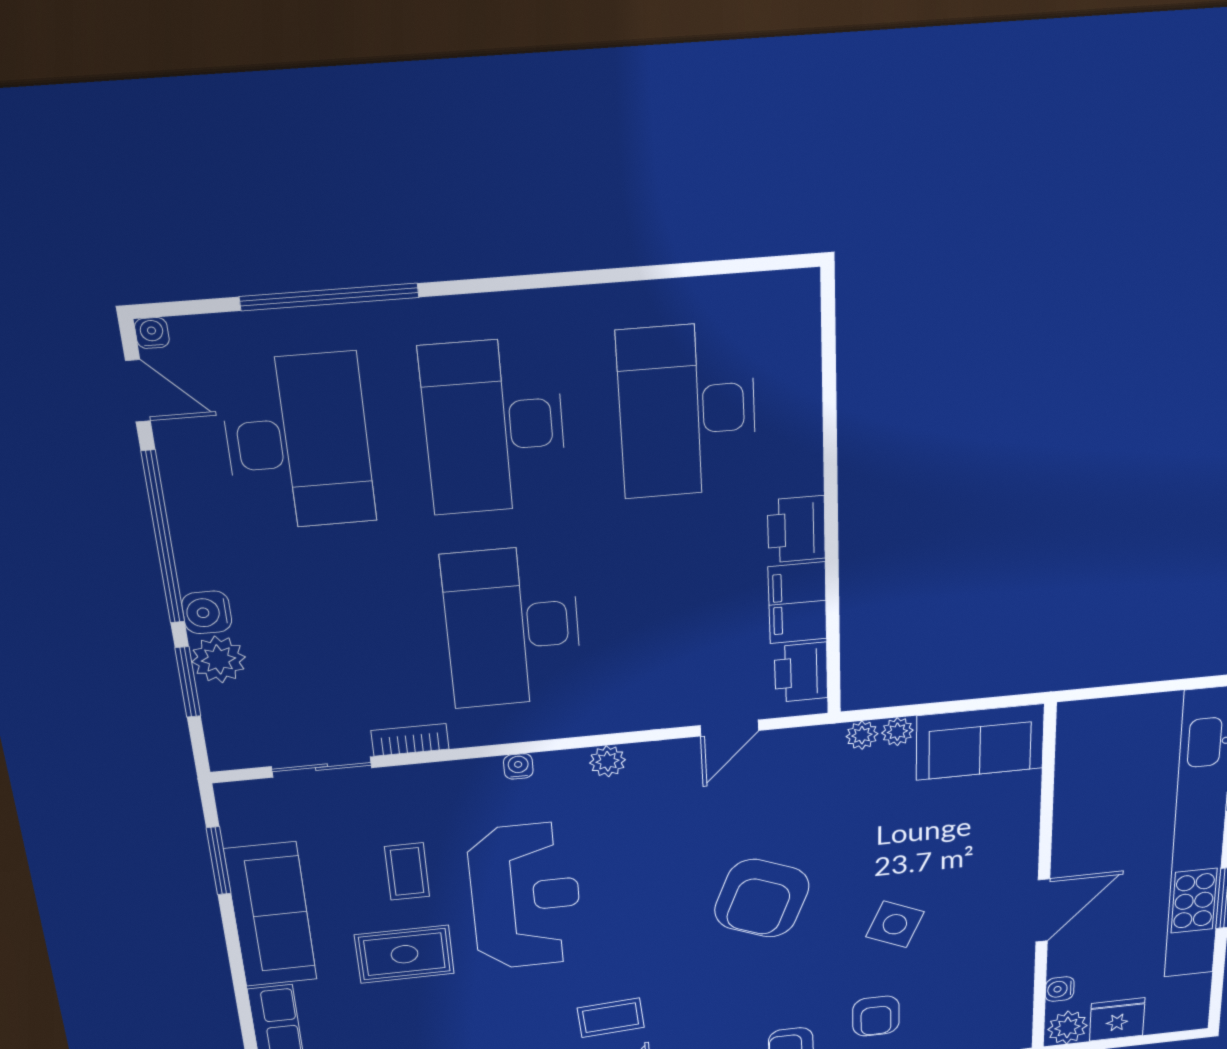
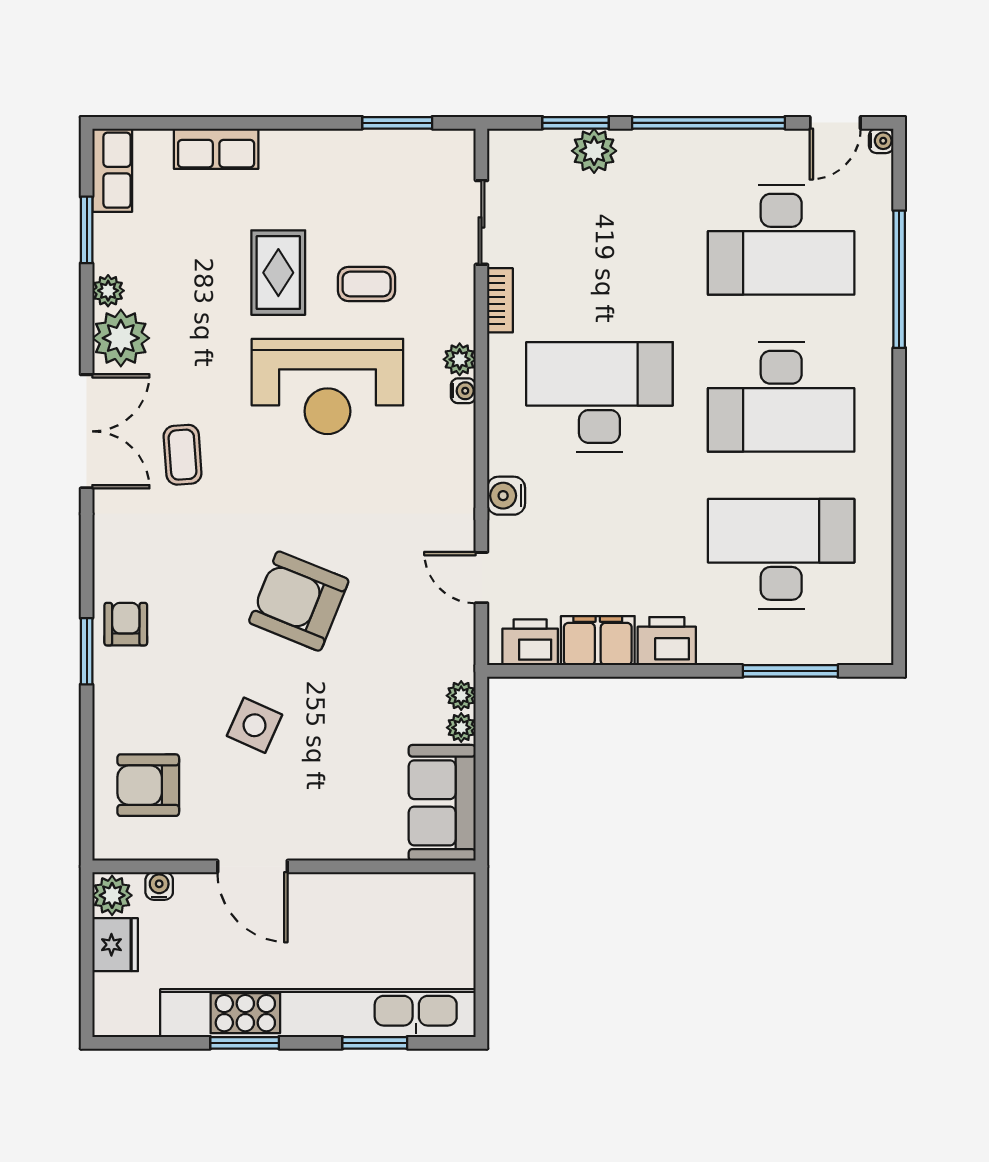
window: (829, 388) -> (790, 671), added
desk: (494, 426) -> (781, 397), turned 180
water cooler: (207, 612) -> (506, 496), moved, turned -90
plant: (607, 761) -> (460, 359), moved
sofa: (271, 915) -> (335, 160), removed
armchair: (876, 1016) -> (148, 785), moved, width x1.38, depth x1.38

